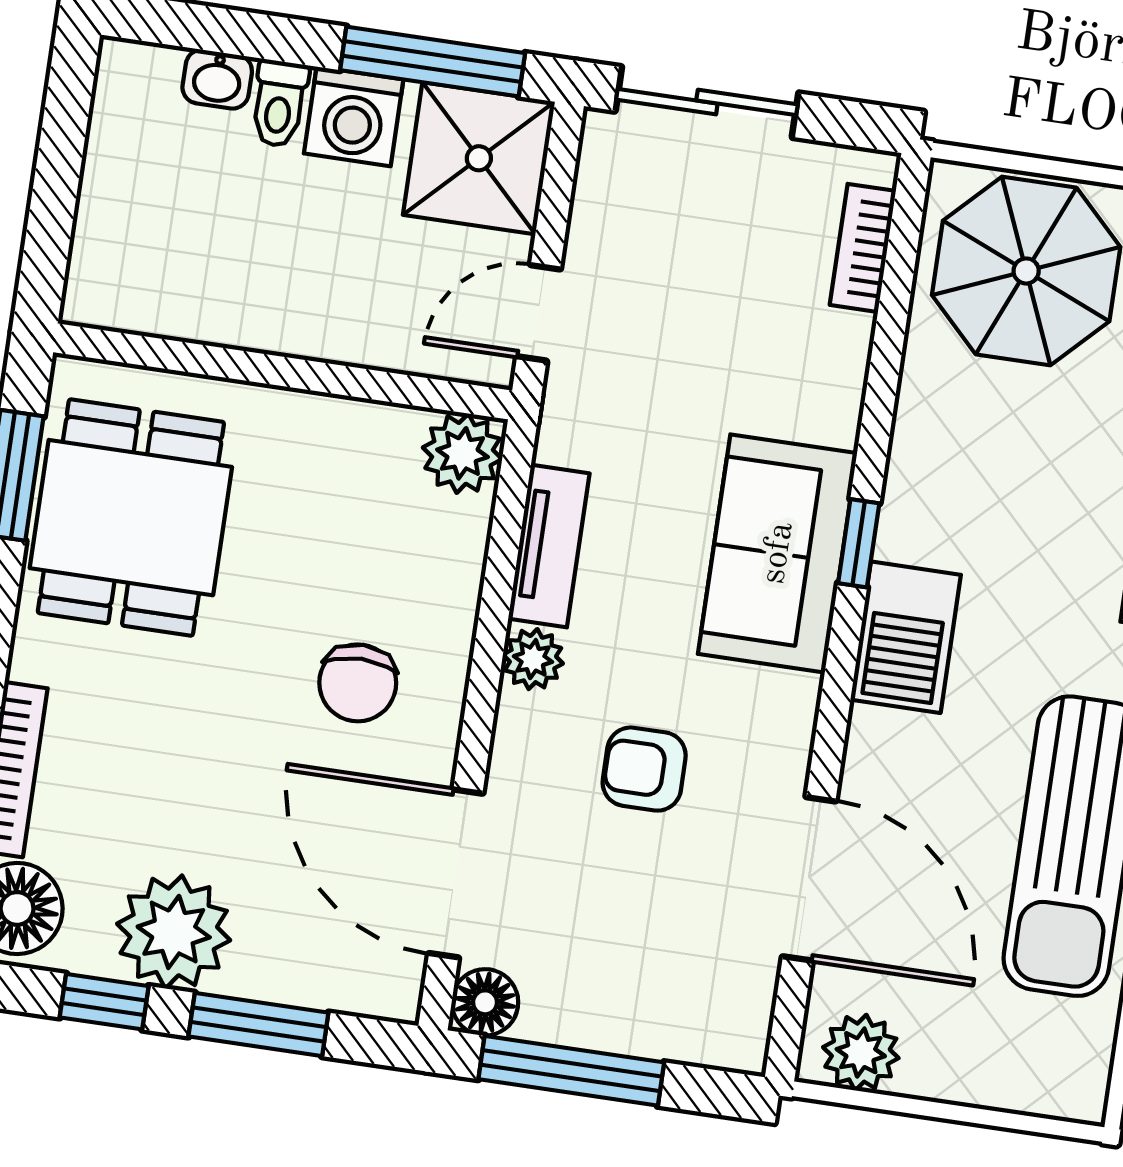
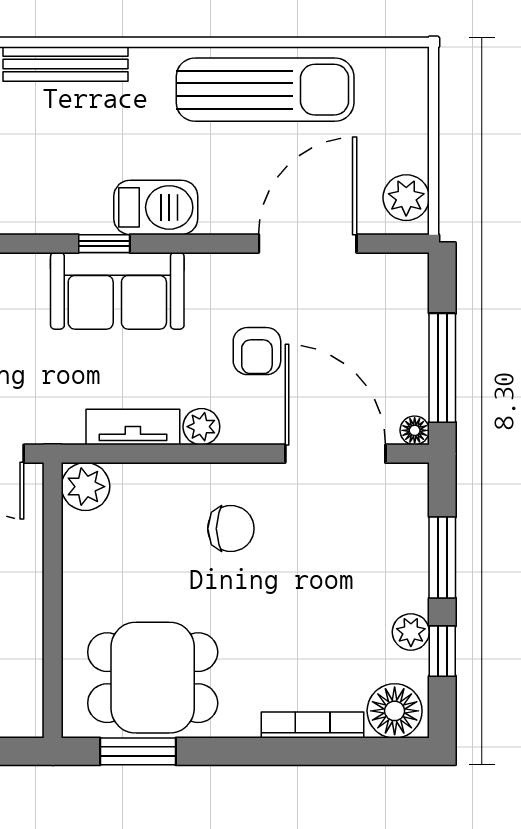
door: (456, 873) -> (335, 454), swing flipped
plant: (174, 932) -> (411, 632), width x0.53, depth x0.53
floor lamp: (485, 1002) -> (415, 430), width x0.73, depth x0.73

